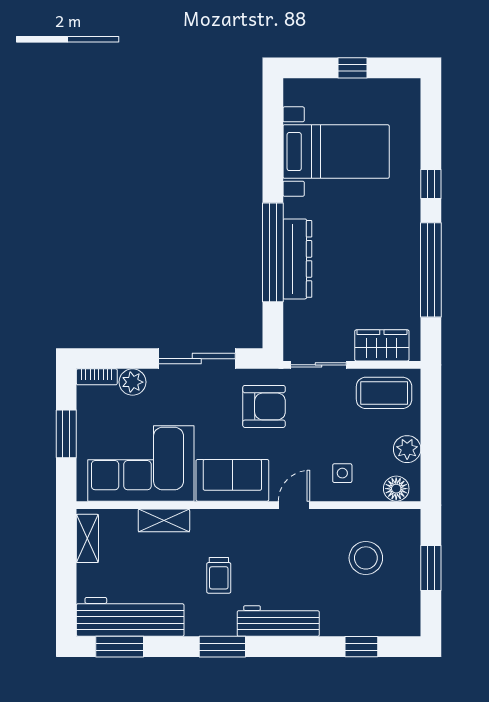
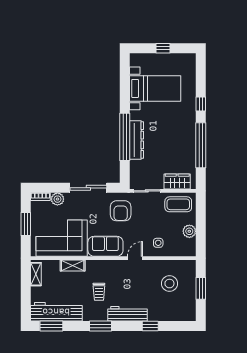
armchair: (264, 406) -> (121, 211), turned 90
floor lamp: (396, 489) -> (184, 250), removed
window: (361, 647) -> (150, 326), moved

